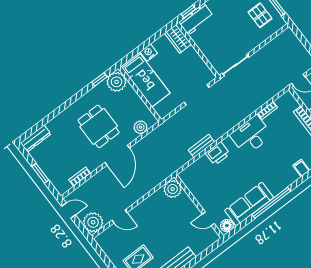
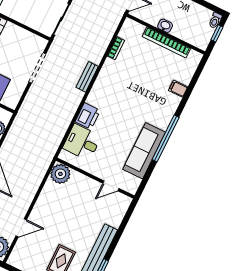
desk: (251, 135) -> (82, 142), moved, width x0.73
bench: (201, 146) -> (87, 77), moved
floor lamp: (227, 226) -> (133, 183), removed

